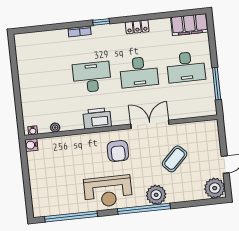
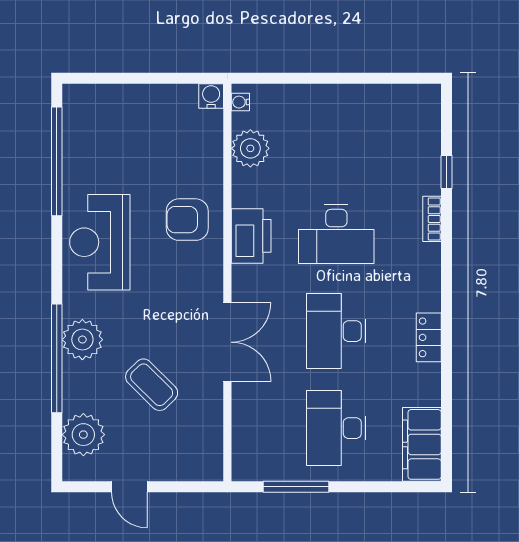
window: (101, 22) -> (446, 172), moved
desk: (92, 77) -> (336, 234), turned 90
plant: (55, 128) -> (250, 148), width x1.88, depth x1.88
armchair: (118, 151) -> (187, 220), moved
plant: (215, 188) -> (83, 435), moved
window: (144, 209) -> (57, 358), moved

